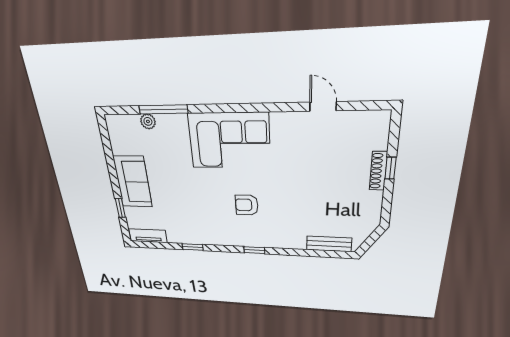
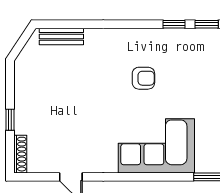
shoe rack: (378, 171) -> (20, 154), moved
window: (254, 250) -> (174, 24), moved

